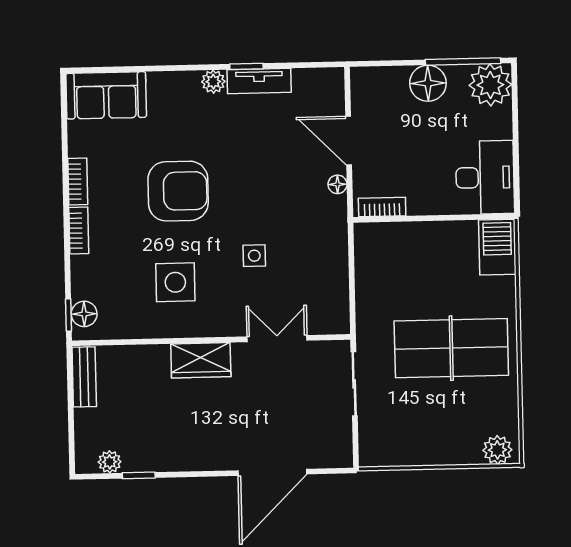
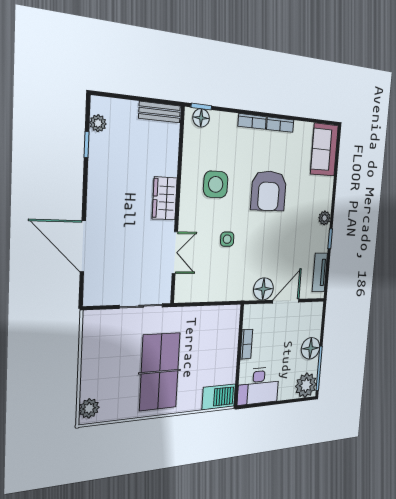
tv unit: (259, 81) -> (320, 272), moved
floor lamp: (337, 184) -> (263, 289), width x1.89, depth x1.89
bookcase: (382, 207) -> (246, 344), moved

